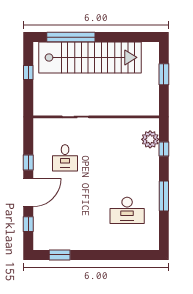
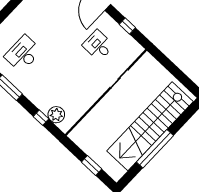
window: (71, 37) -> (155, 149), moved
window: (28, 73) -> (179, 75), removed
window: (28, 163) -> (127, 26), moved

